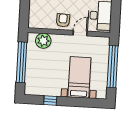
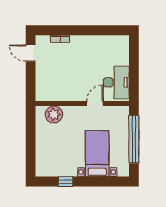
armchair: (63, 20) -> (75, 90), removed
window: (22, 62) -> (31, 140), removed

